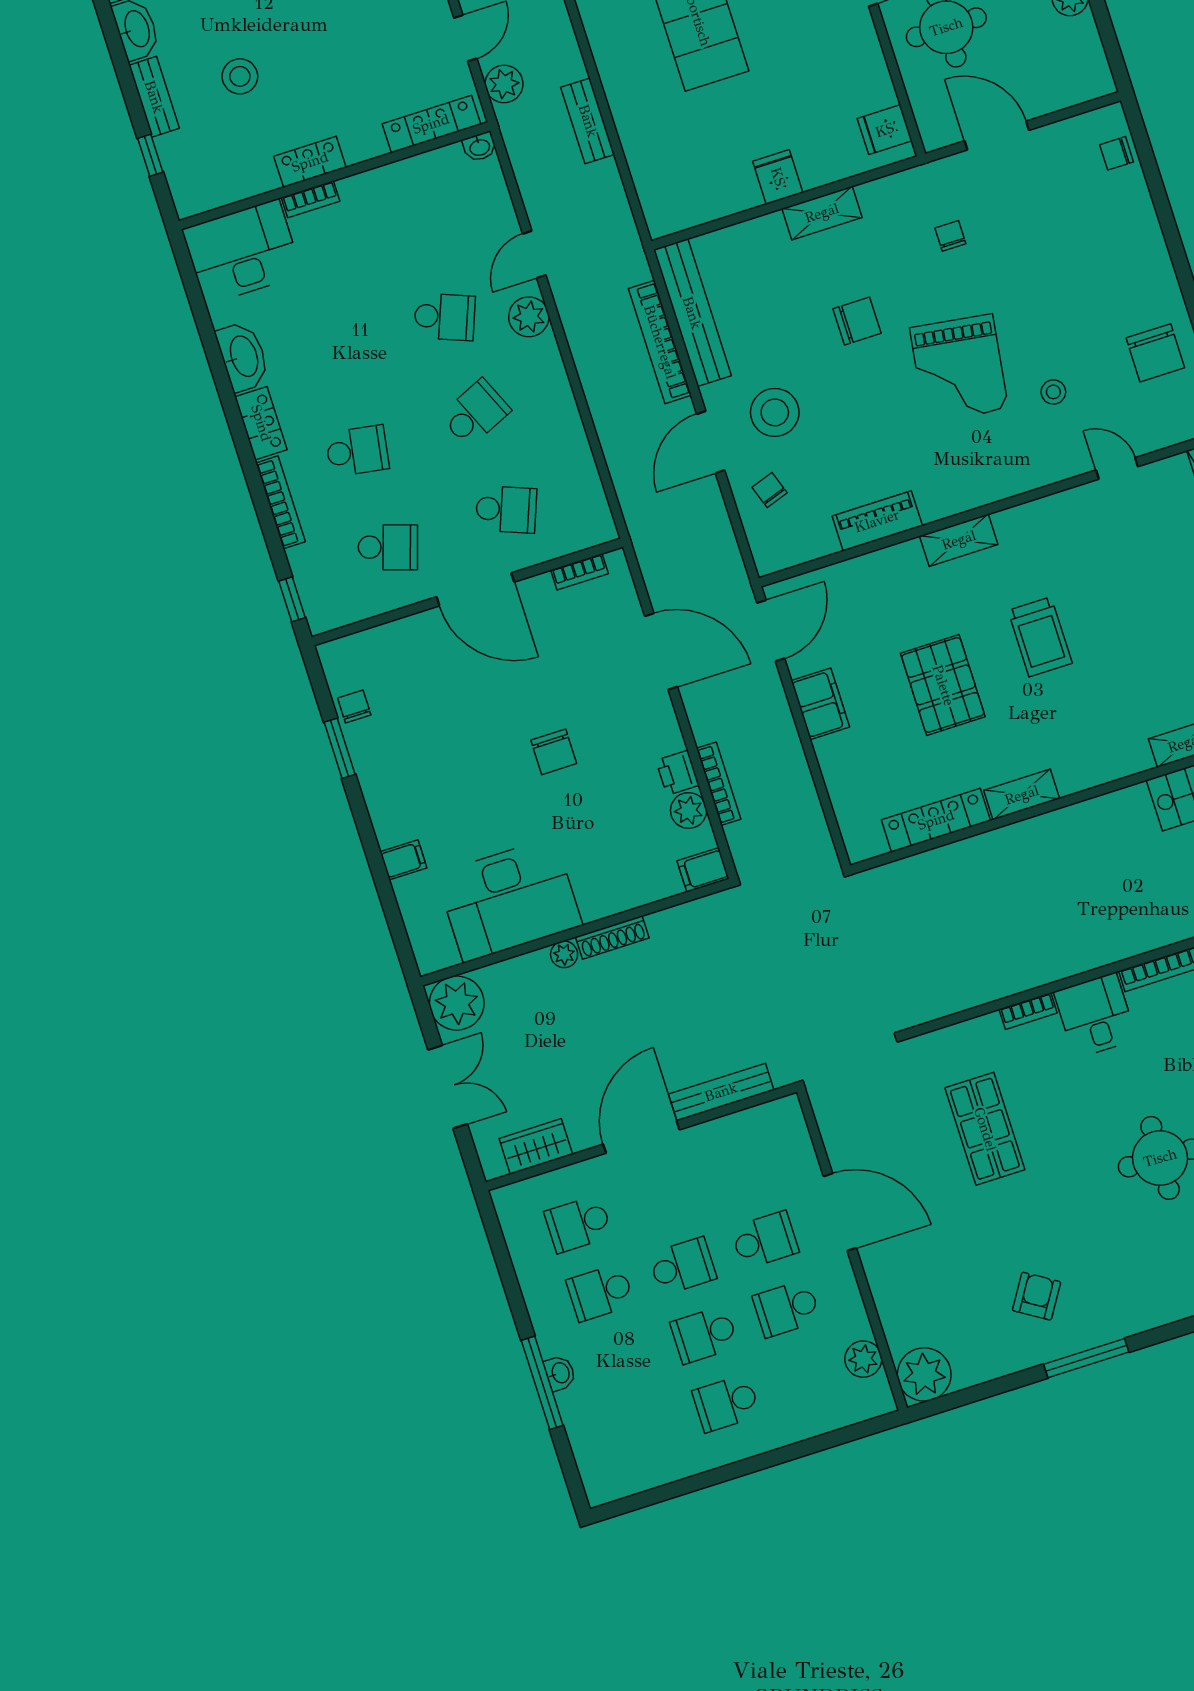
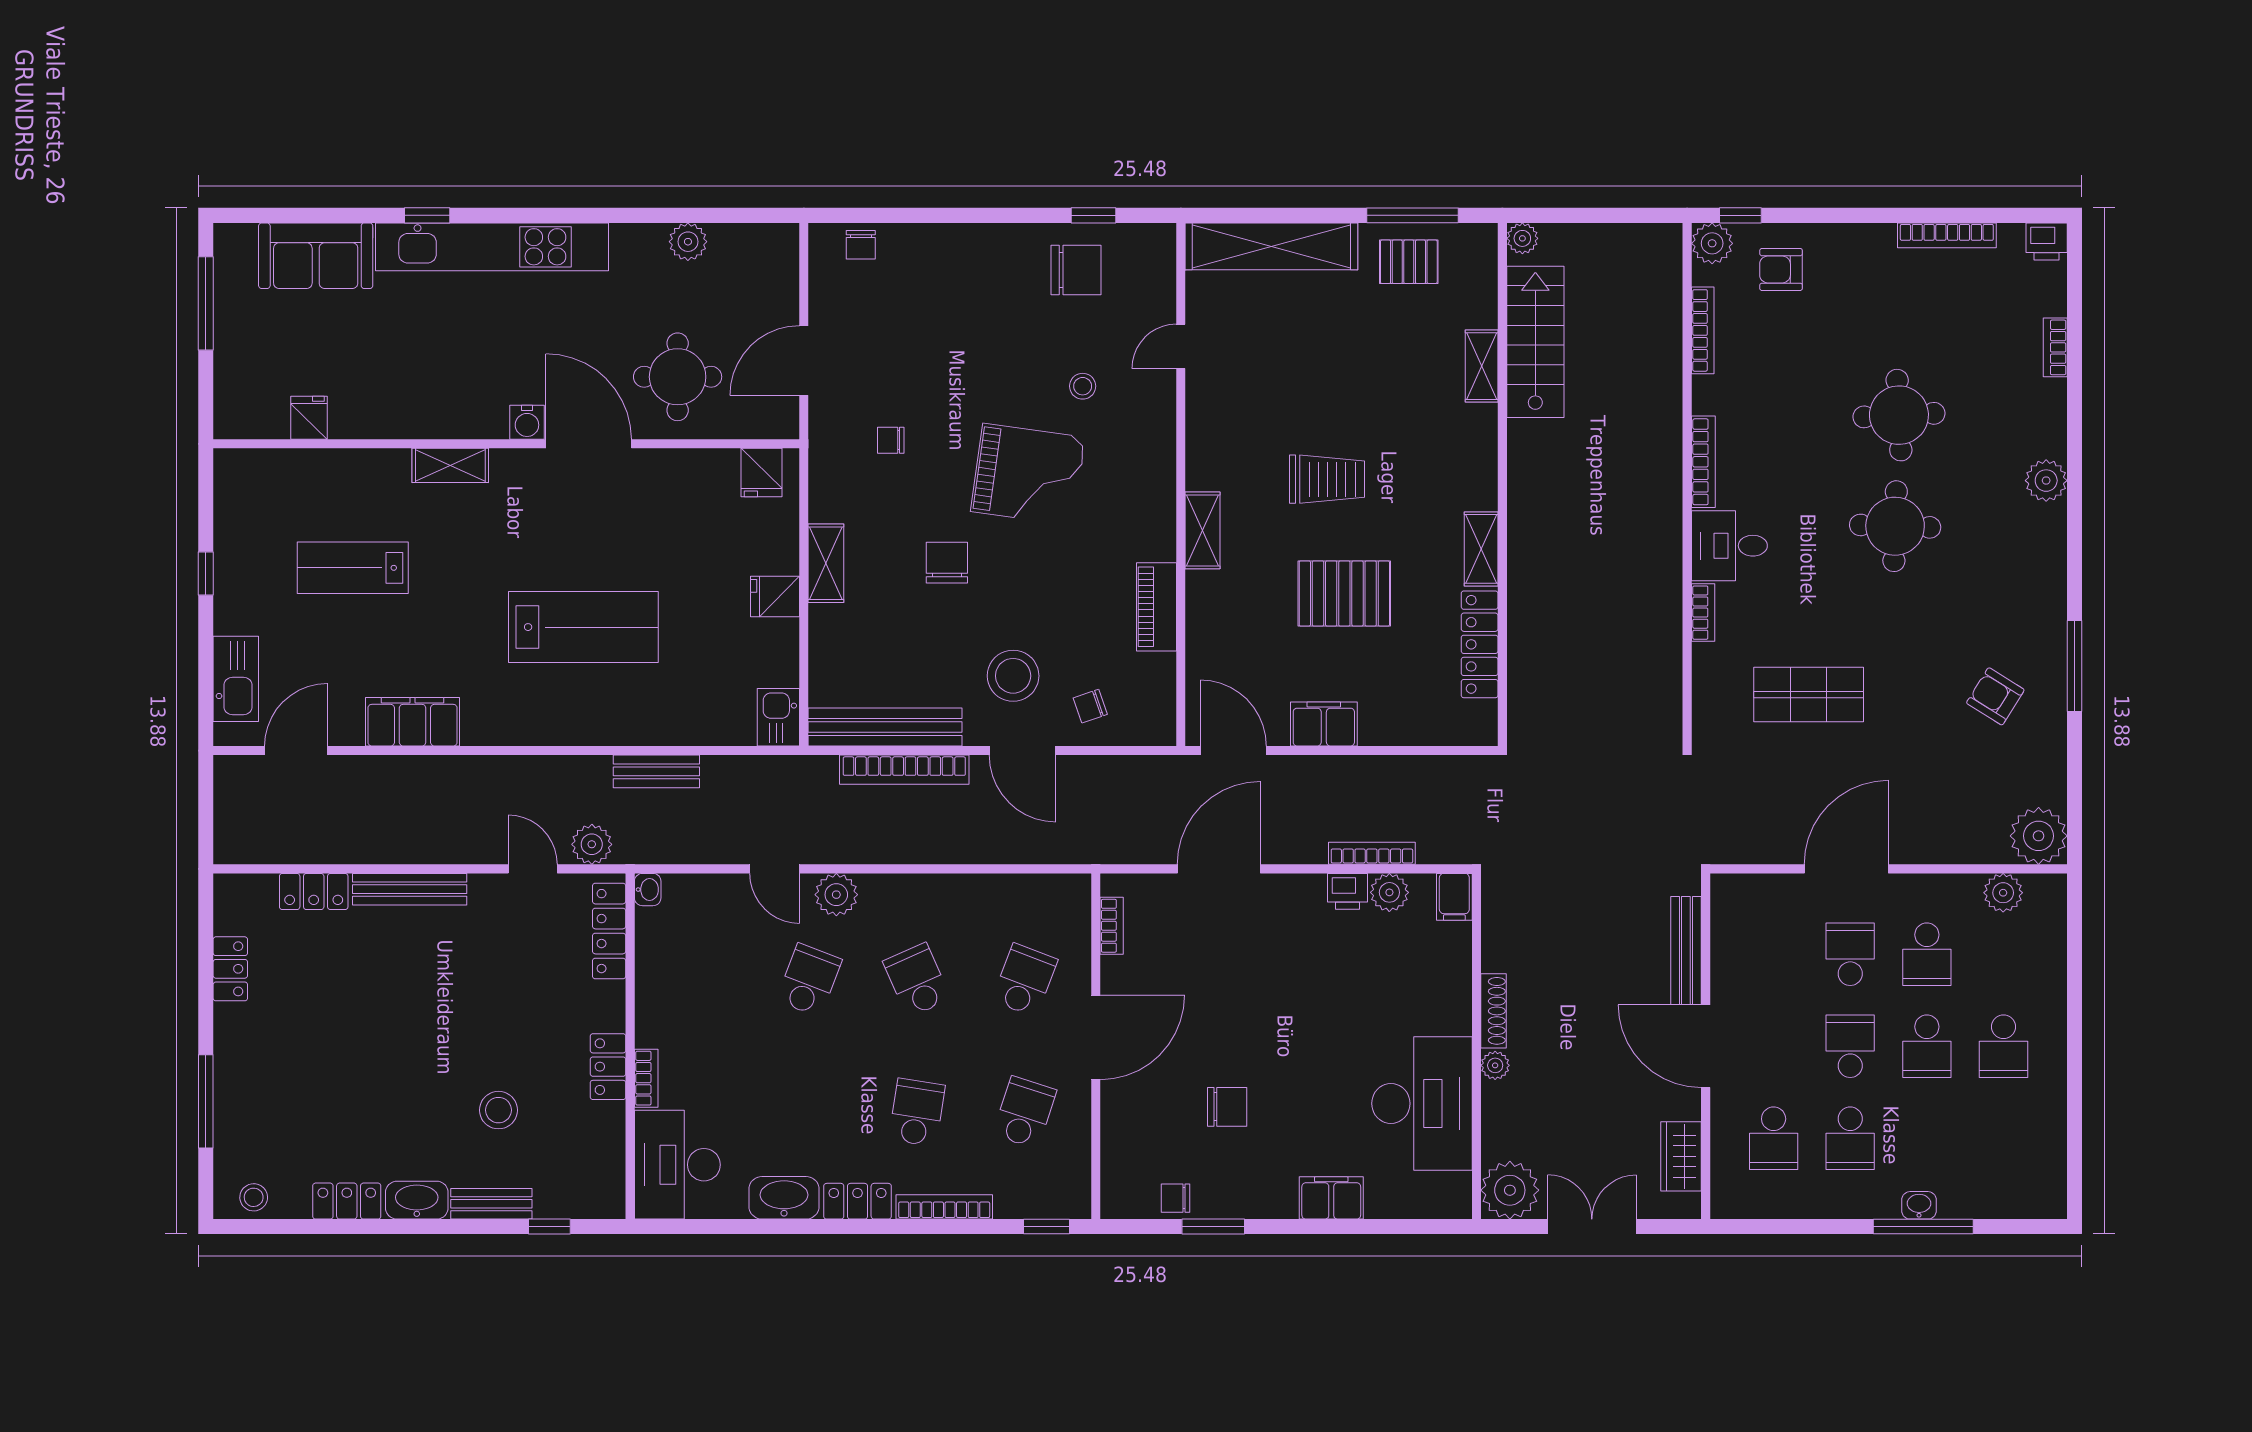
kitchen sink: (671, 214) -> (778, 717), added
chair: (554, 752) -> (1227, 1107), moved
filing cabinet: (403, 860) -> (1331, 1198), width x2.00

